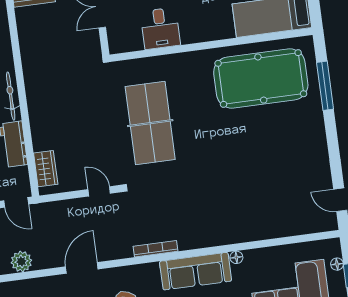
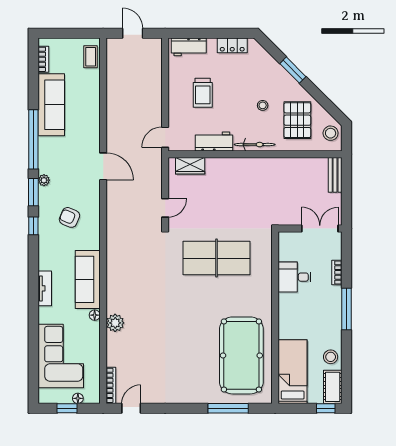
bookcase: (155, 249) -> (111, 385), moved
plant: (21, 261) -> (115, 323), moved
door: (82, 268) -> (103, 166), moved

